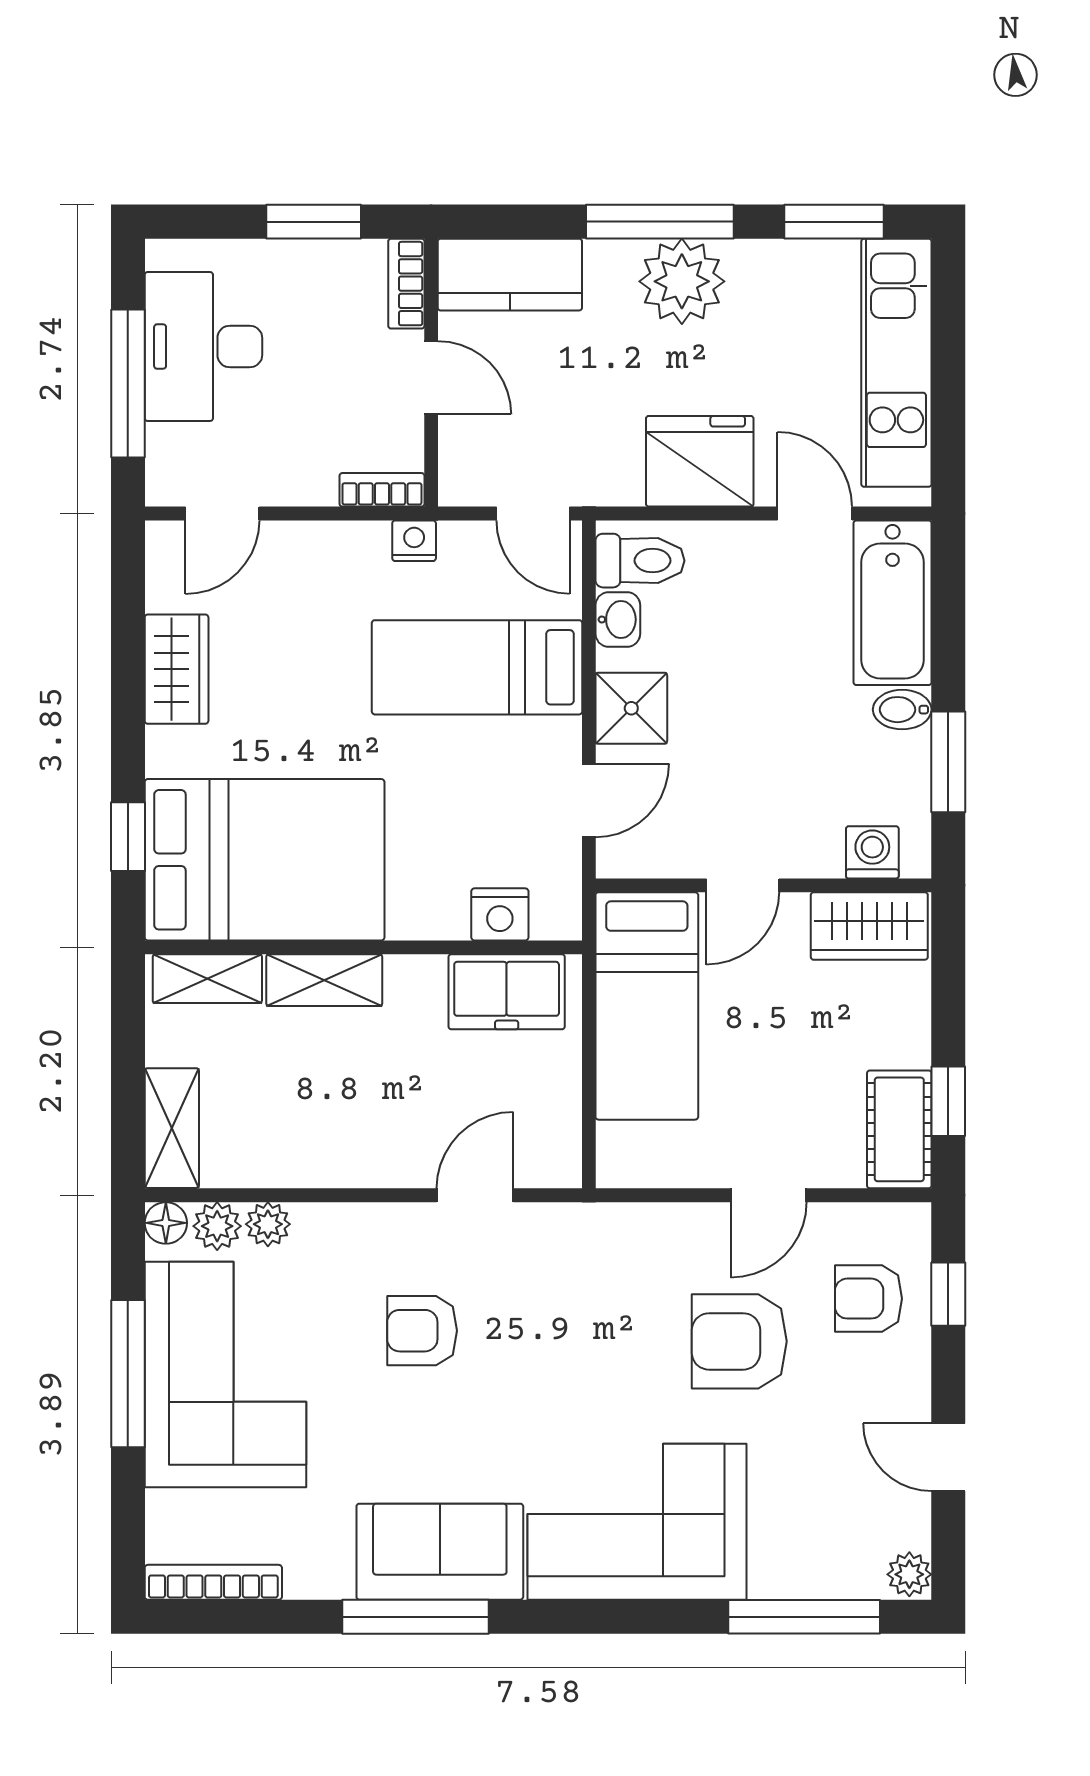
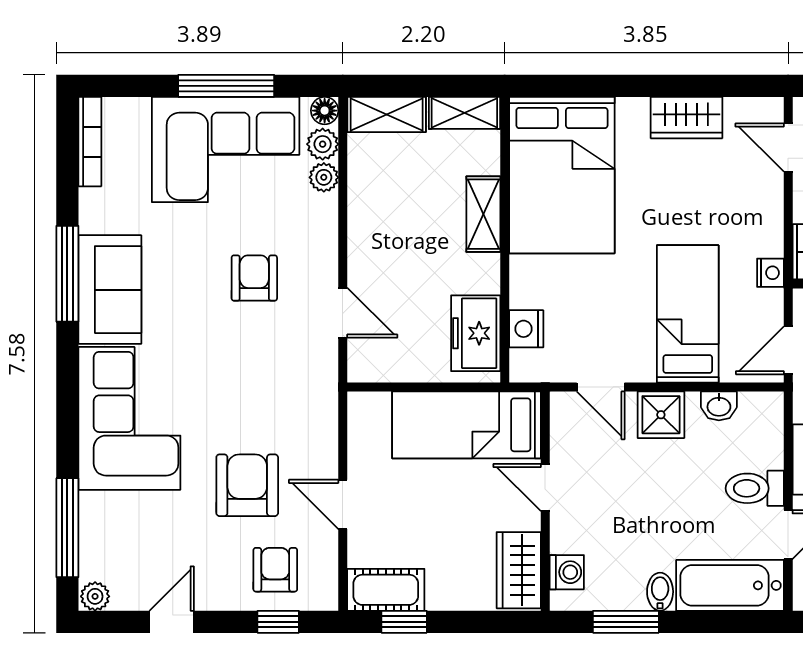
toilet: (640, 561) -> (755, 488), moved, turned 90
window: (128, 837) -> (577, 86), removed
shelving: (207, 979) -> (464, 113), moved, turned 90

